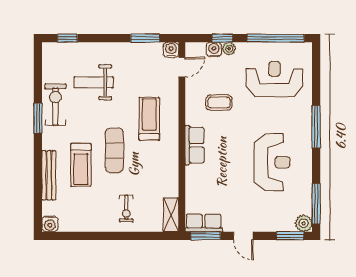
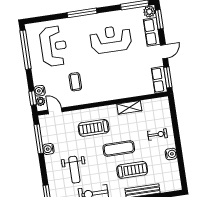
window: (145, 38) -> (39, 139), width x1.44
window: (222, 38) -> (33, 98), moved
plant: (229, 49) -> (41, 101), moved
water cooler: (171, 50) -> (48, 149), moved
reception desk: (275, 79) -> (54, 46), turned 180
row of seats: (194, 145) -> (152, 32), moved, turned -90
shelving: (171, 215) -> (129, 107), moved
water cooler: (50, 224) -> (171, 154), moved

